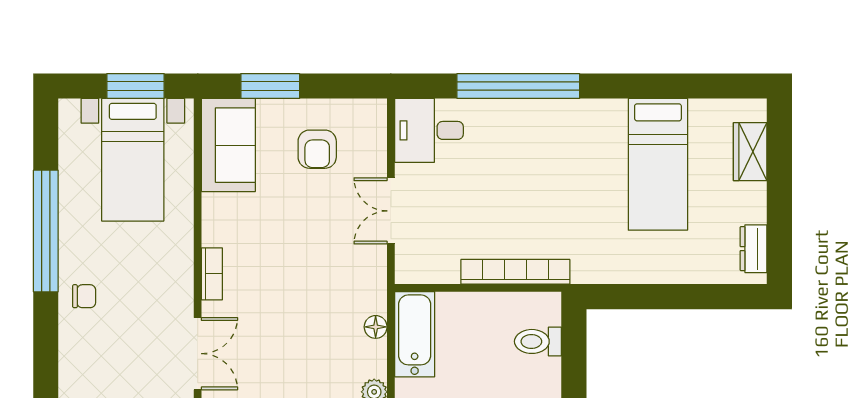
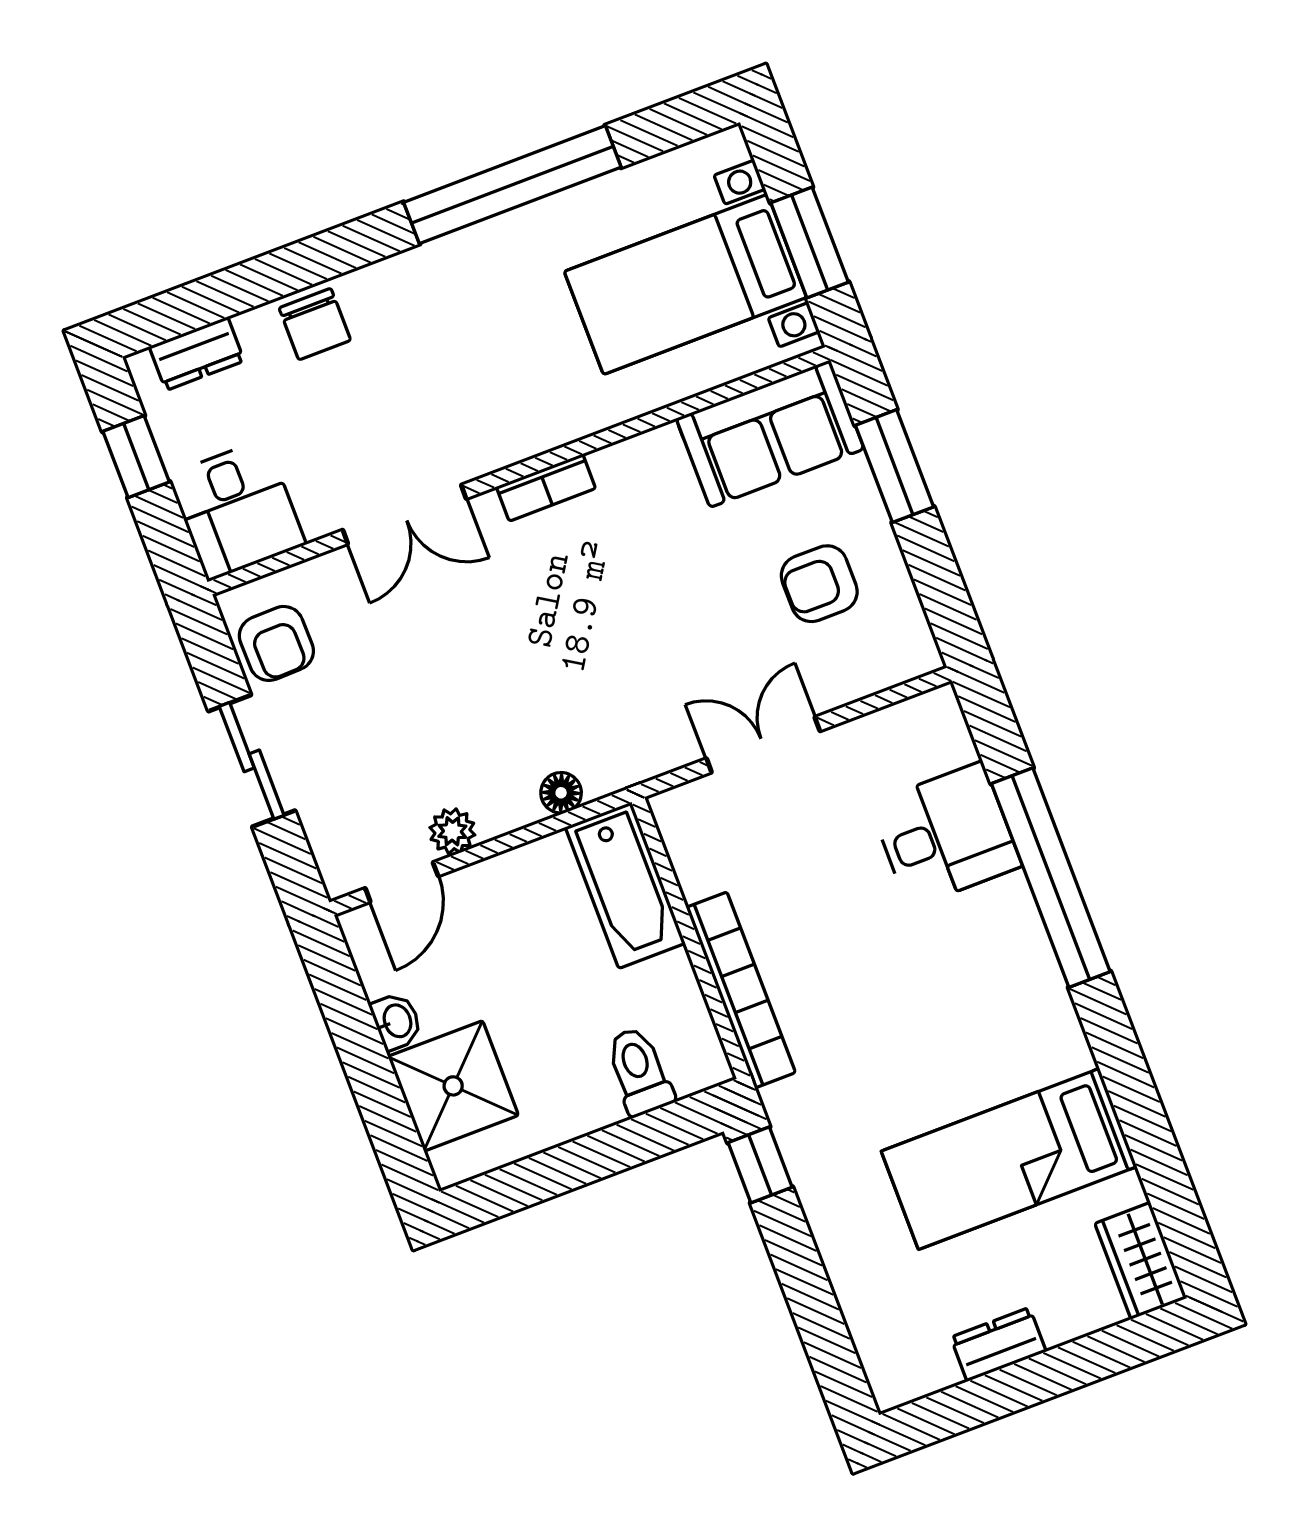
desk: (429, 130) -> (946, 835), moved, turned 90
wardrobe: (750, 152) -> (1141, 1261), moved, turned -90
dresser: (754, 249) -> (998, 1344), moved
chair: (84, 296) -> (315, 324), moved, width x1.37, depth x1.37
window: (611, 297) -> (760, 1165), added
bathtub: (415, 334) -> (625, 885), moved, turned 90

